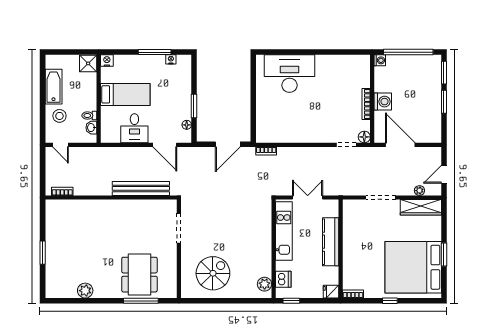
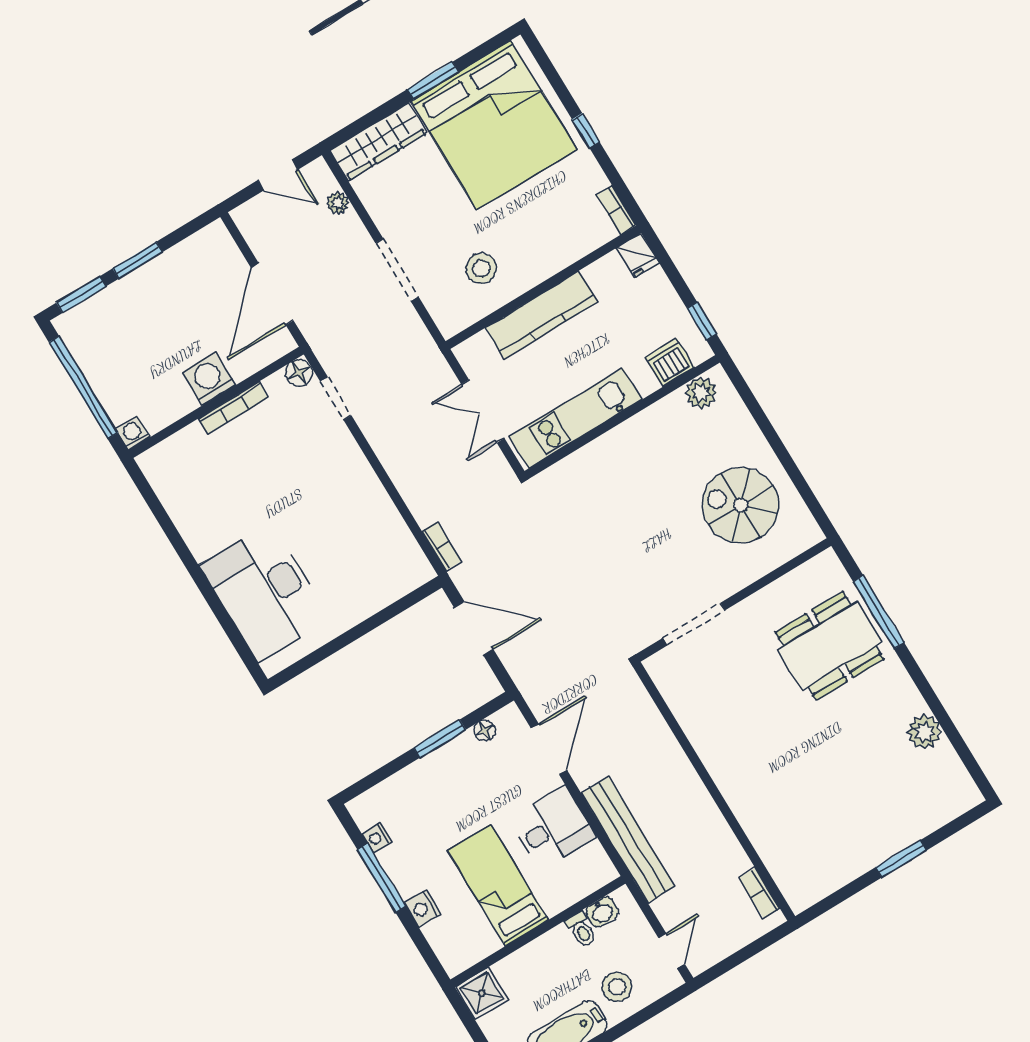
nightstand: (107, 61) -> (423, 908), moved
bench: (141, 188) -> (628, 840), moved
wardrobe: (421, 207) -> (378, 142), moved, turned 90
stool: (362, 230) -> (481, 268), added

